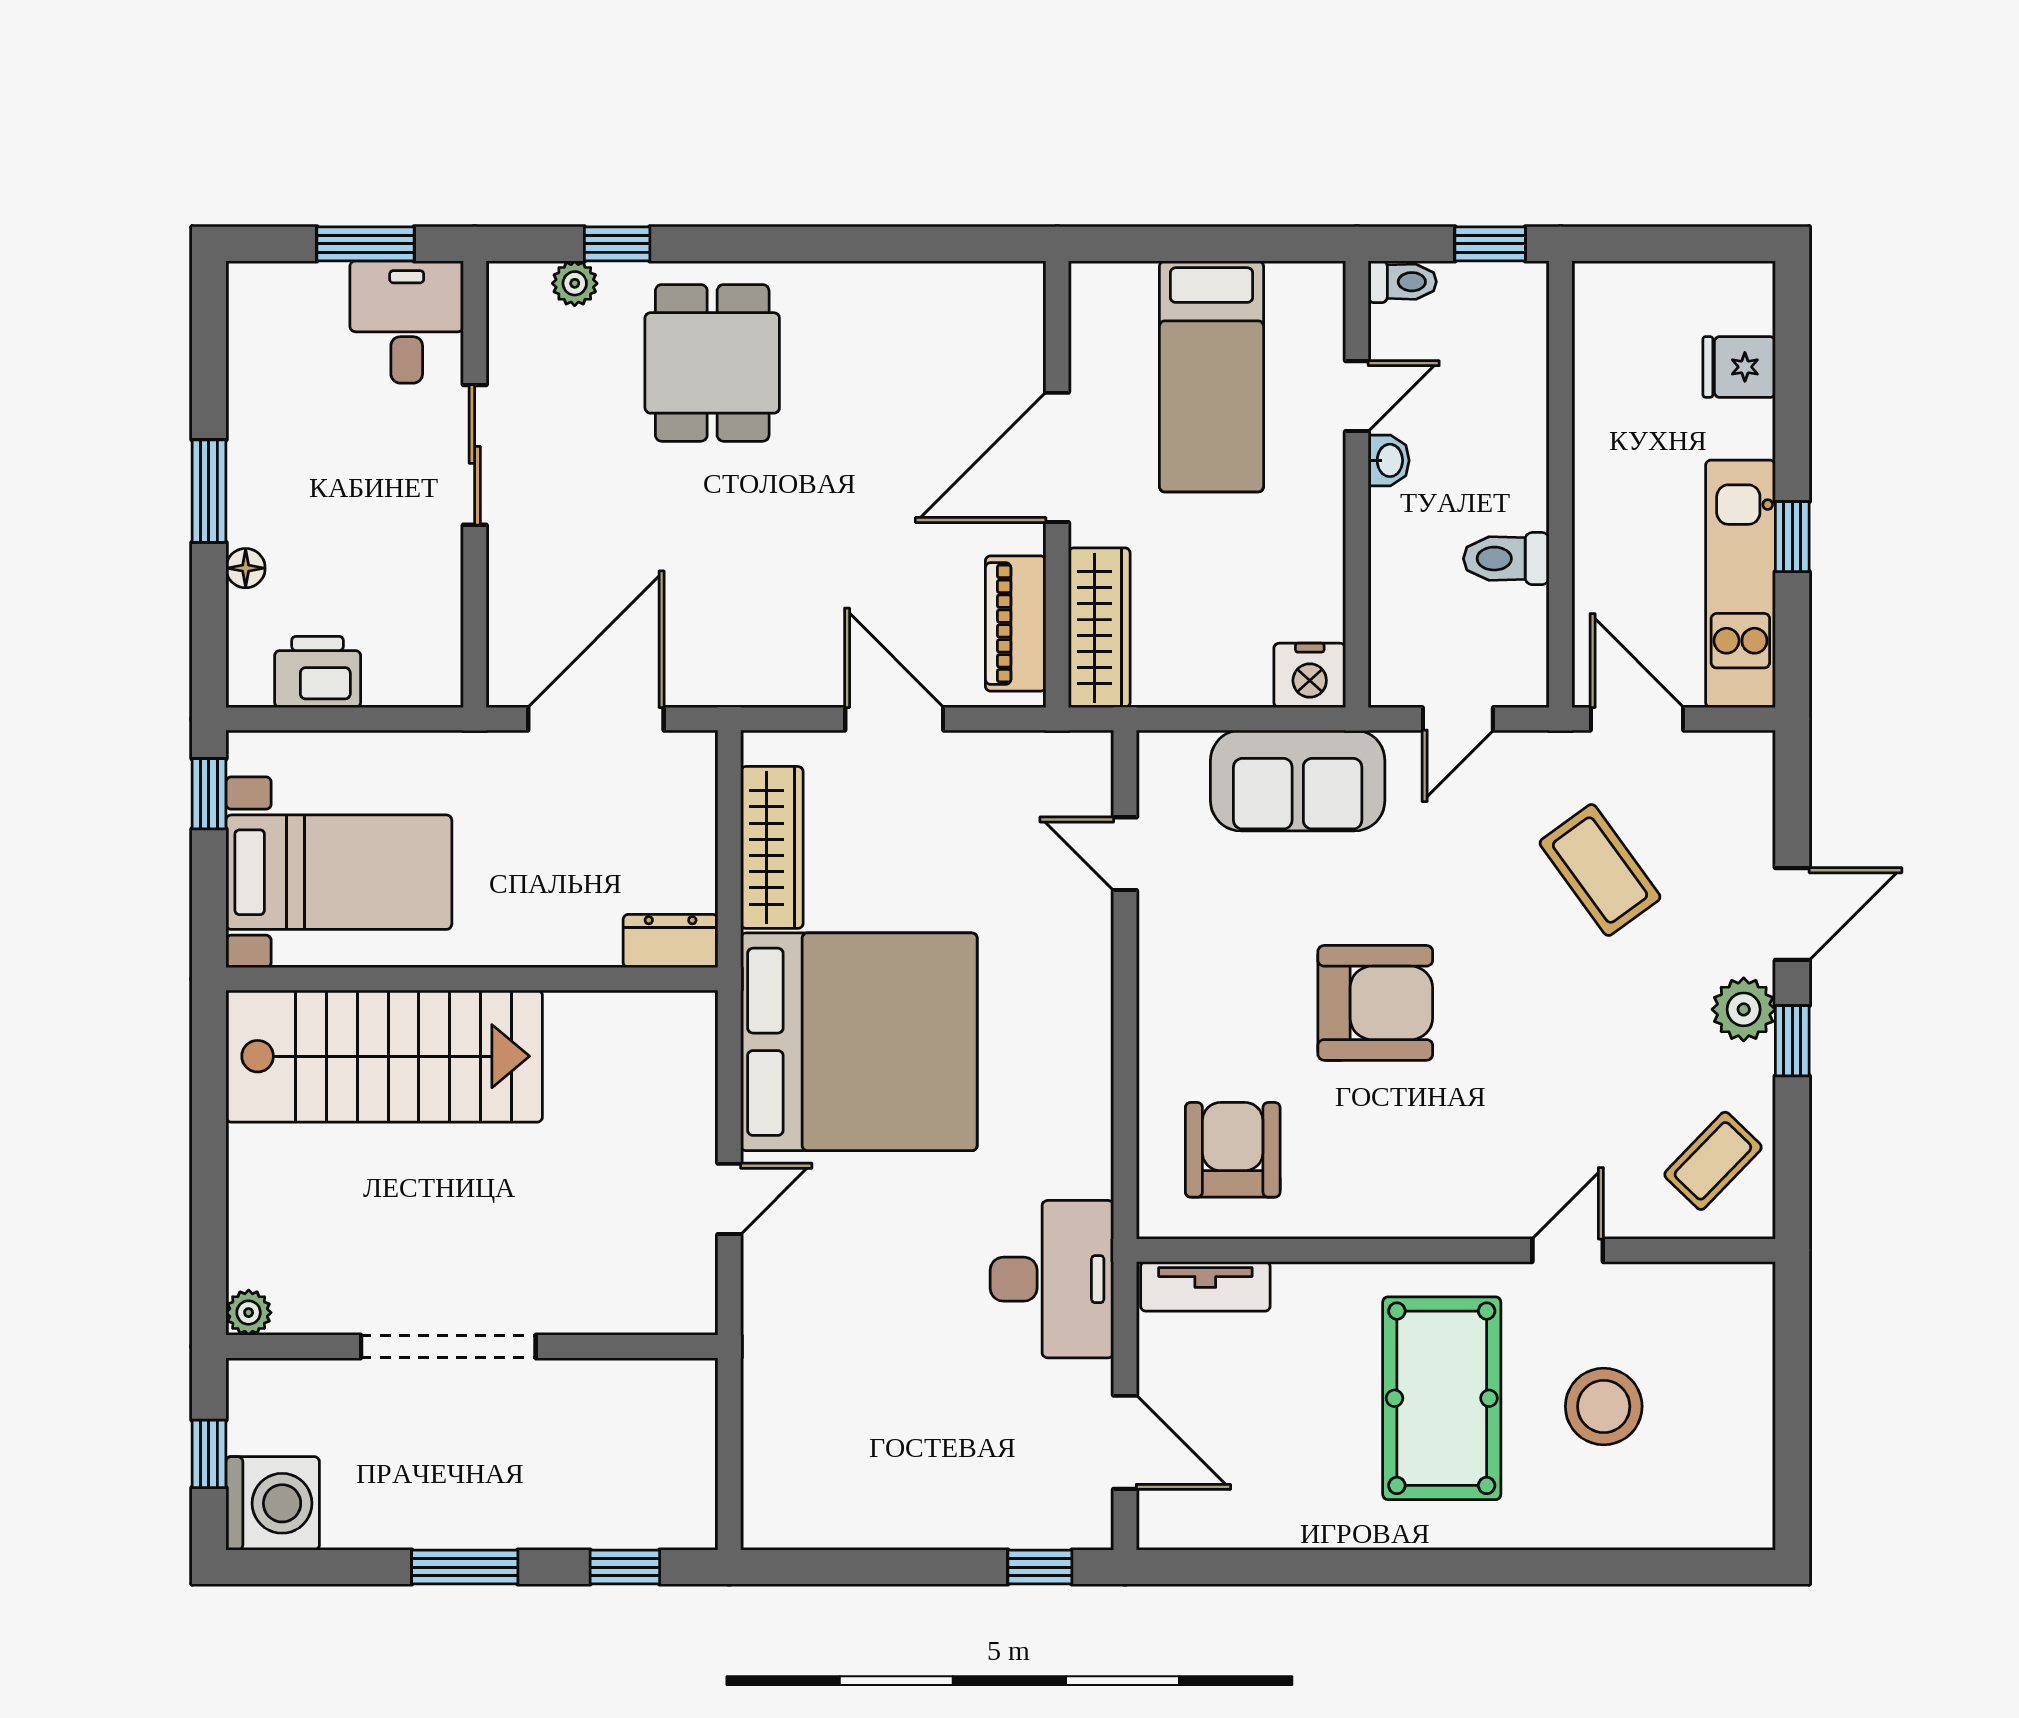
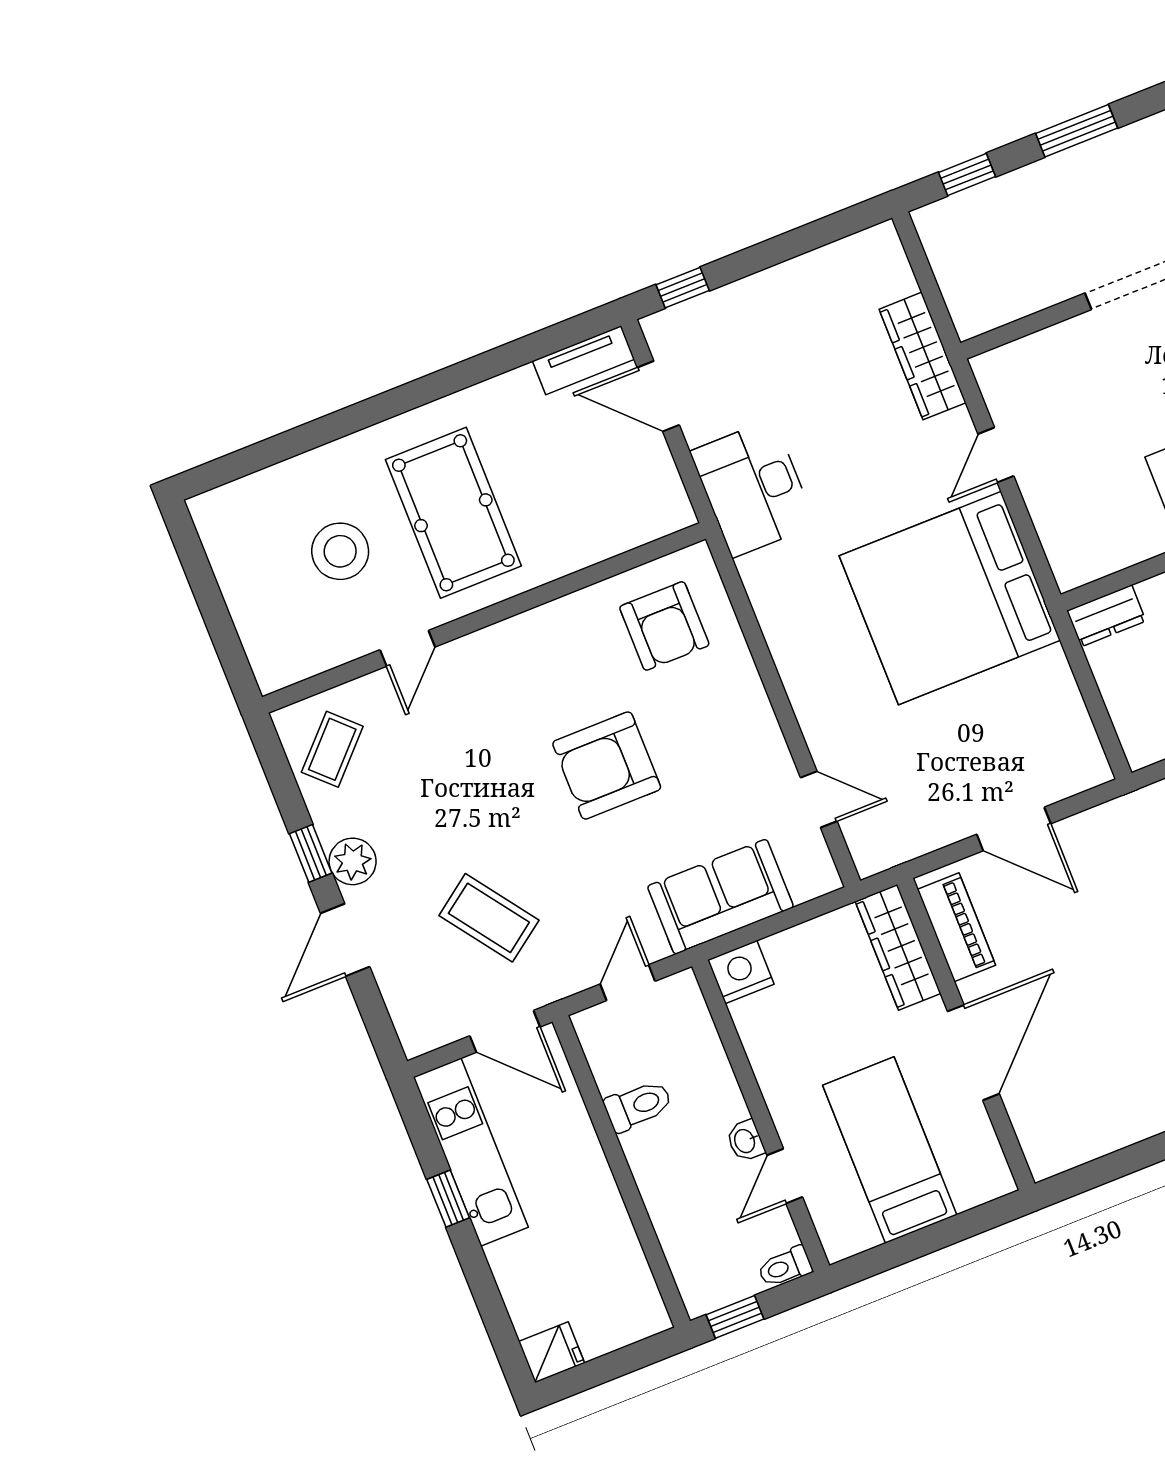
fridge: (1739, 367) -> (551, 1352), moved
wardrobe: (772, 847) -> (923, 356), moved
tv unit: (1205, 1286) -> (584, 360), moved, turned 180

